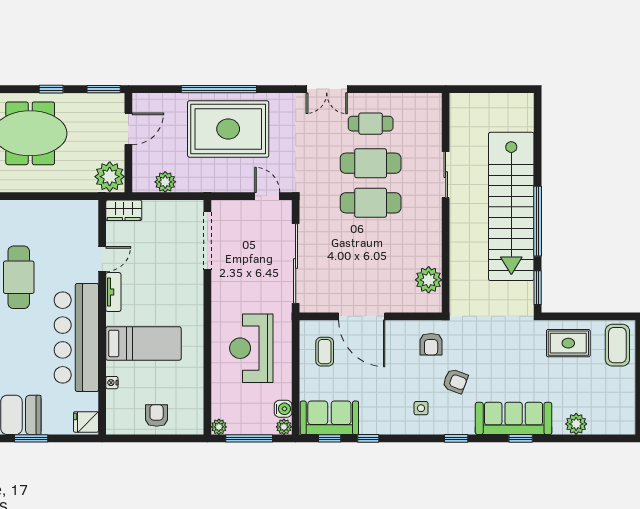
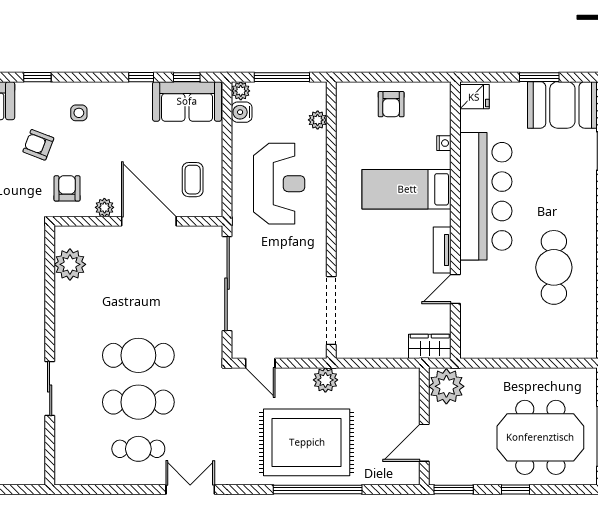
plant: (165, 182) -> (325, 380), moved
plant: (399, 328) -> (104, 207), added
plant: (219, 427) -> (318, 120), moved

